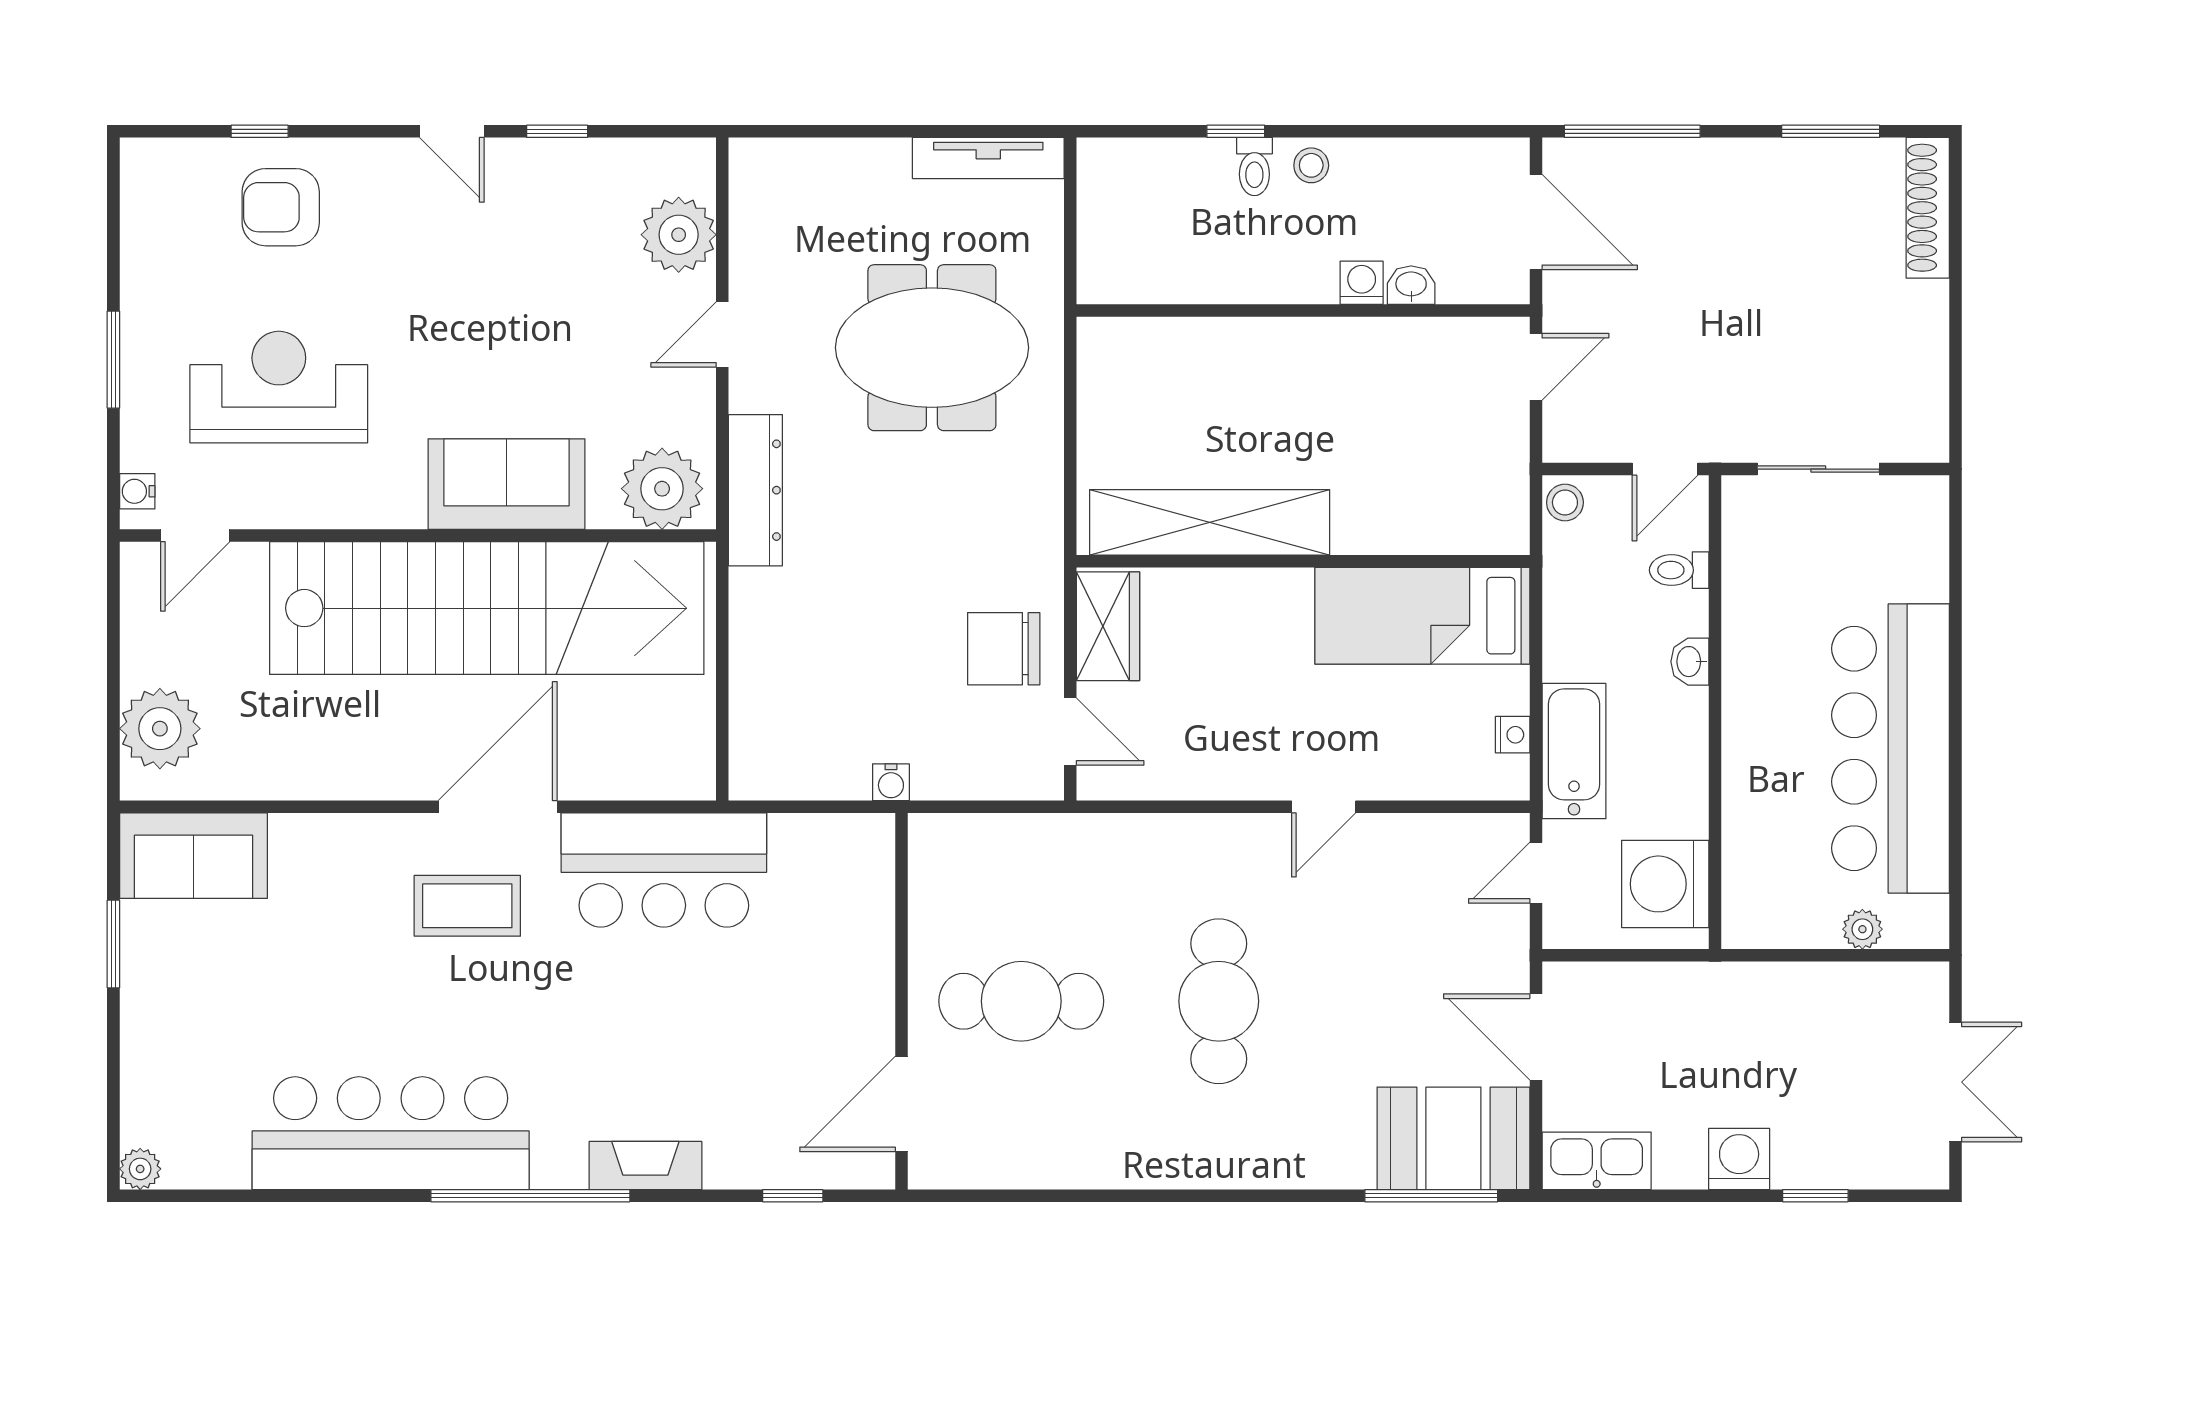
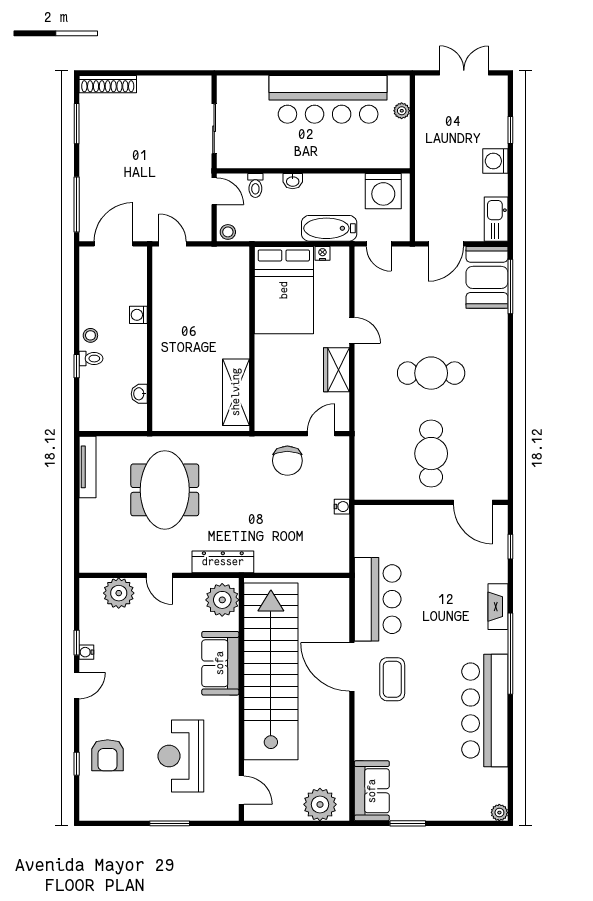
washbasin: (1411, 285) -> (139, 394), moved
water cooler: (137, 491) -> (86, 652), moved, turned 90
shelving: (1210, 522) -> (236, 392), width x0.68
bed: (1422, 616) -> (284, 290), width x1.50
wardrobe: (1108, 626) -> (336, 370), moved, turned -90

